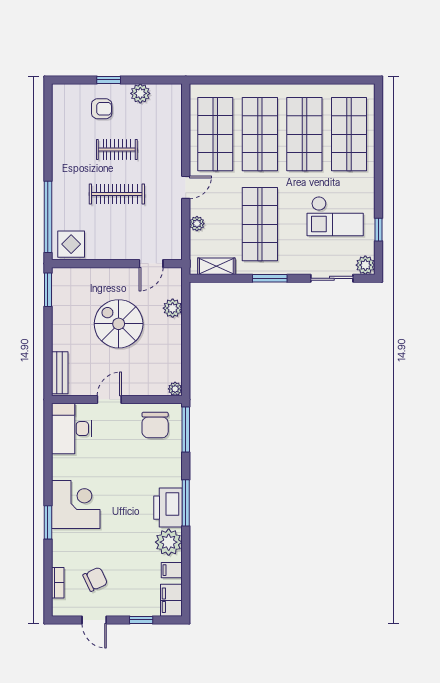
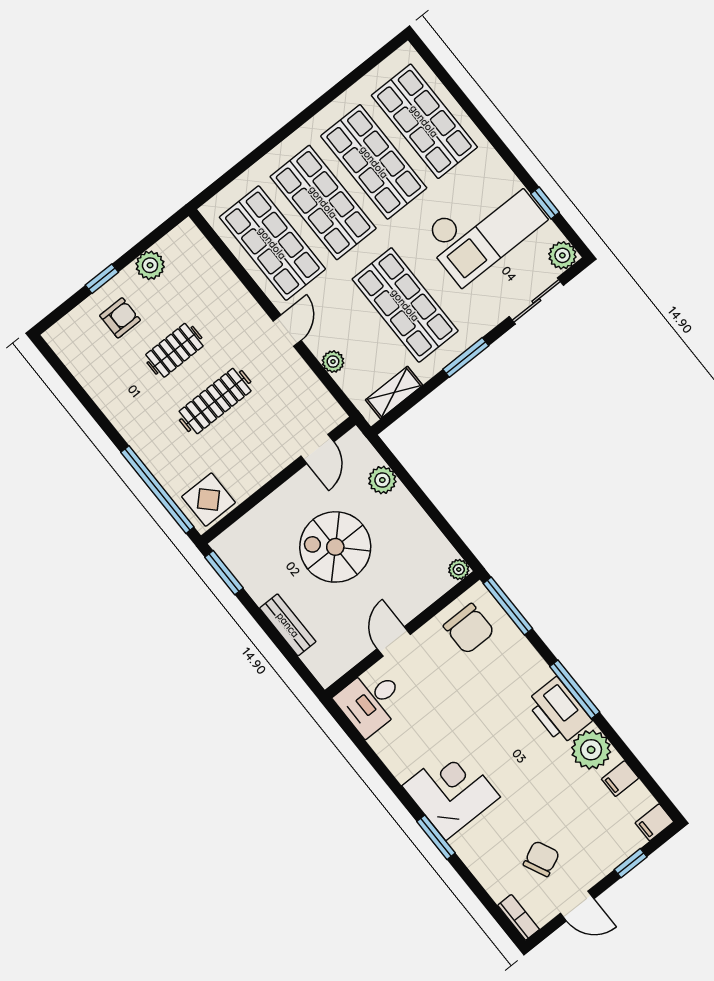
checkout: (335, 216) -> (483, 227), width x1.36, depth x1.21
bench: (60, 373) -> (288, 625), moved
desk: (72, 429) -> (371, 701), width x0.73
bookcase: (58, 583) -> (519, 917), moved
filing cabinet: (171, 600) -> (654, 822), width x0.50

